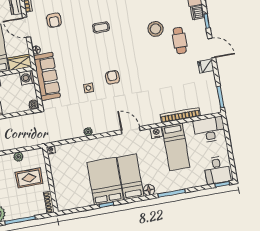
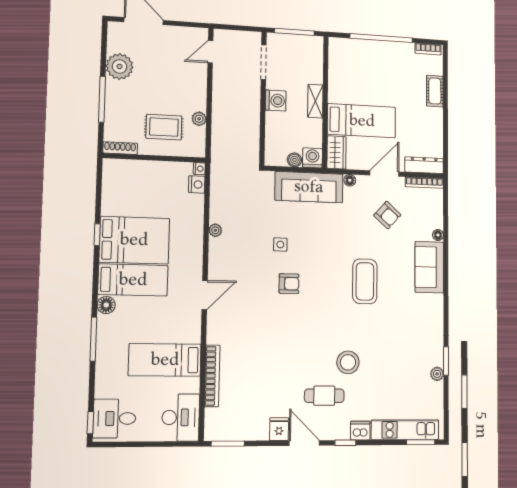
armchair: (54, 20) -> (387, 215), turned -138
coffee table: (101, 27) -> (365, 281), width x1.86, depth x1.72
door: (212, 48) -> (304, 443), swing flipped
boiler: (34, 105) -> (294, 160), moved
nightstand: (156, 133) -> (197, 184), moved
rug: (29, 178) -> (164, 127), turned 90

